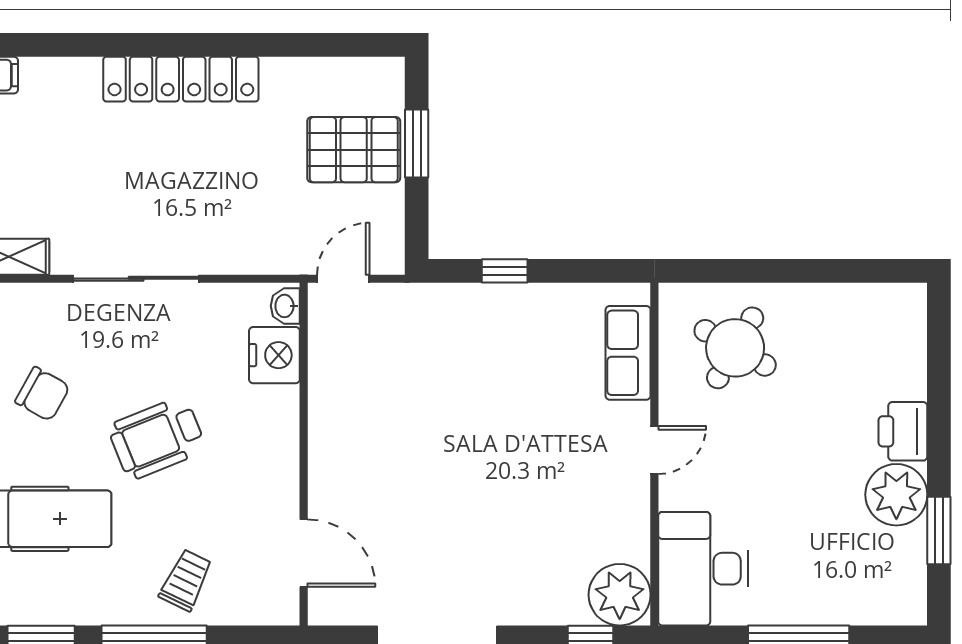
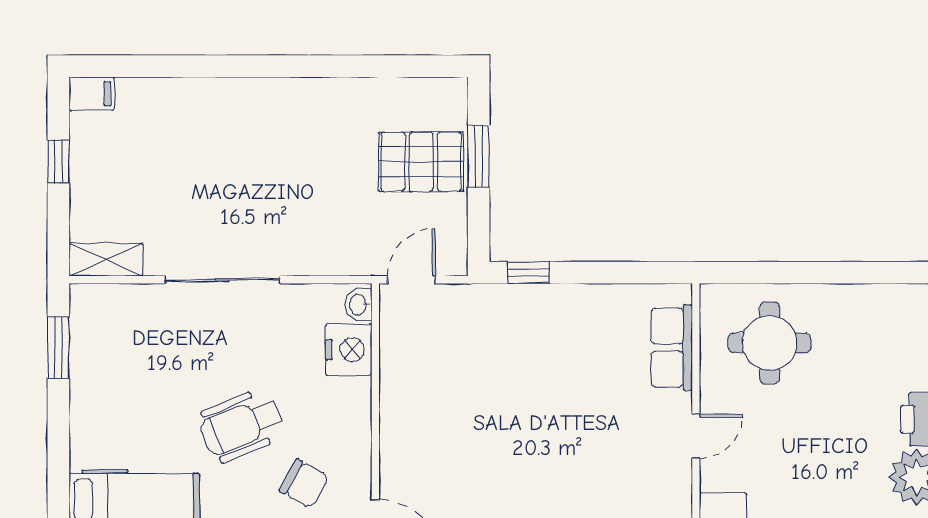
locker: (181, 79) -> (263, 97), removed
window: (505, 271) -> (529, 273), moved
round table: (735, 348) -> (770, 343), turned -30
chair: (43, 394) -> (304, 484), moved

